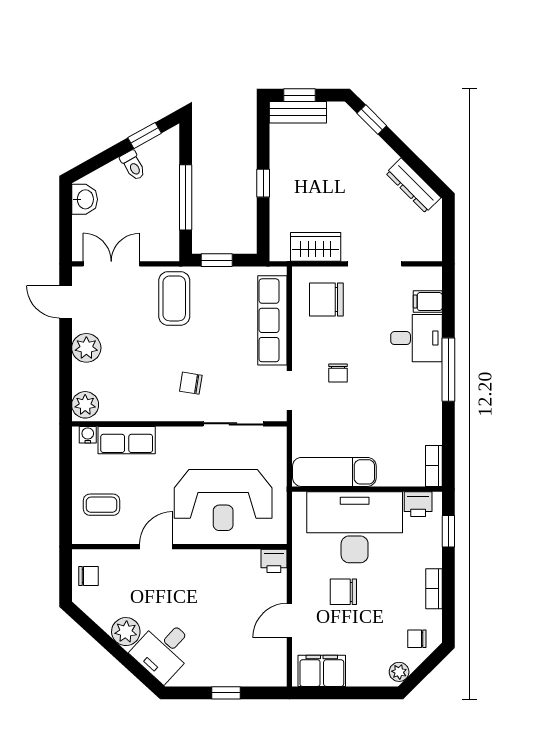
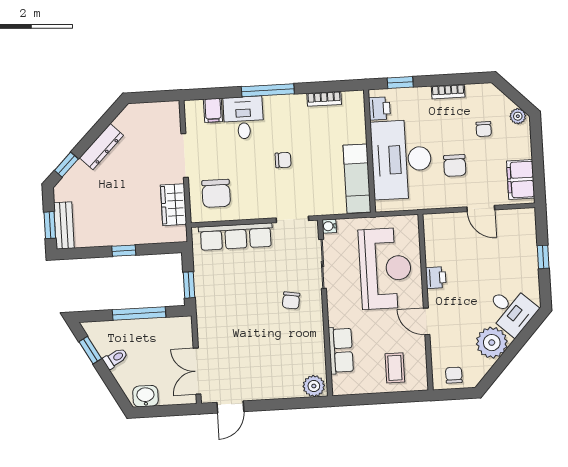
dresser: (413, 185) -> (102, 147), moved
coffee table: (174, 298) -> (222, 318), removed
plant: (86, 348) -> (267, 388), removed
chair: (338, 373) -> (283, 160), moved
water cooler: (88, 435) -> (329, 226), moved
bookcase: (434, 466) -> (324, 99), moved
printer: (274, 561) -> (436, 278), moved
plant: (126, 632) -> (492, 343), width x1.36, depth x1.36
chair: (417, 639) -> (484, 129), moved

